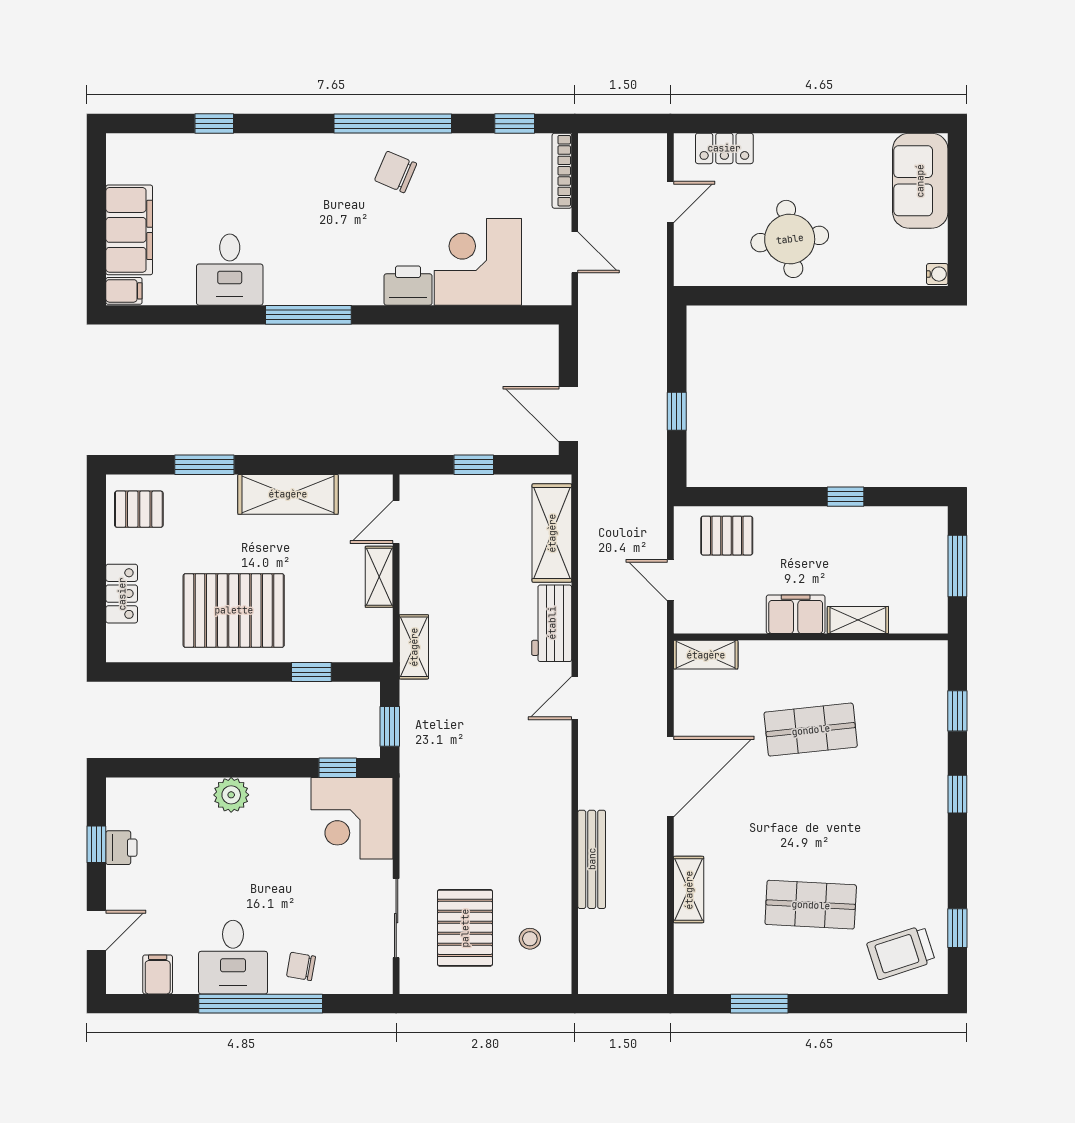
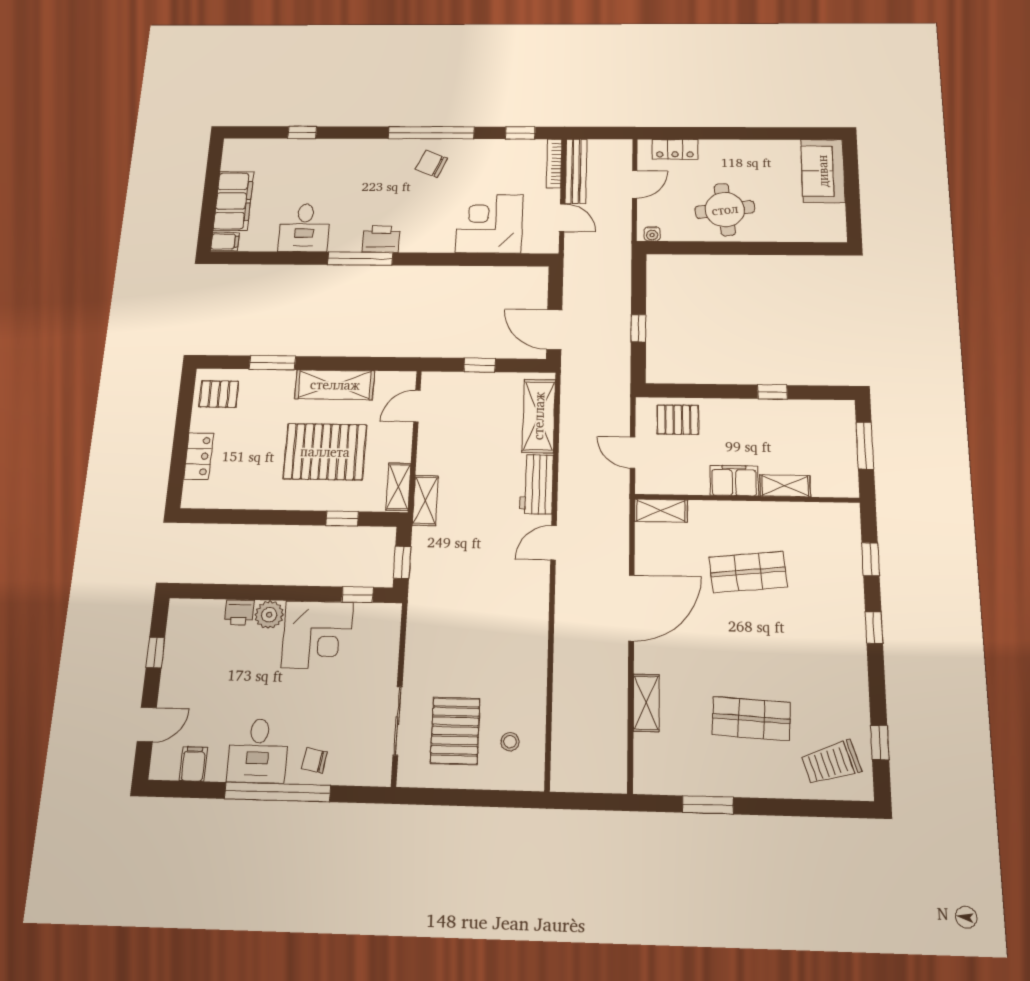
water cooler: (937, 274) -> (652, 234), moved, turned 90
printer: (408, 286) -> (381, 239), moved
shelving: (379, 577) -> (398, 487), moved
pallet: (234, 610) -> (325, 452), moved
corner desk: (352, 818) -> (317, 635), moved, turned -90
printer: (121, 848) -> (239, 612), moved, turned 90
bench: (592, 859) -> (576, 171), moved

